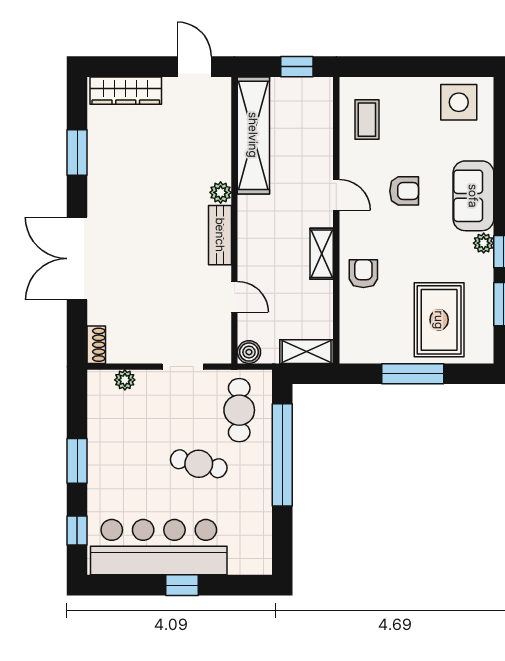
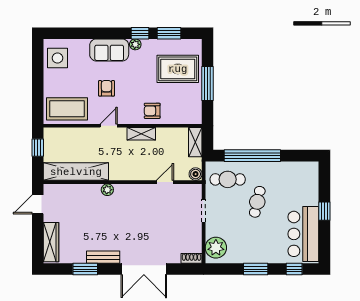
coffee table: (367, 120) -> (67, 109), width x1.86, depth x1.72
bench: (220, 235) -> (103, 257), moved
plant: (125, 380) -> (216, 248), width x1.88, depth x1.88
bar counter: (159, 547) -> (303, 234), width x0.73

